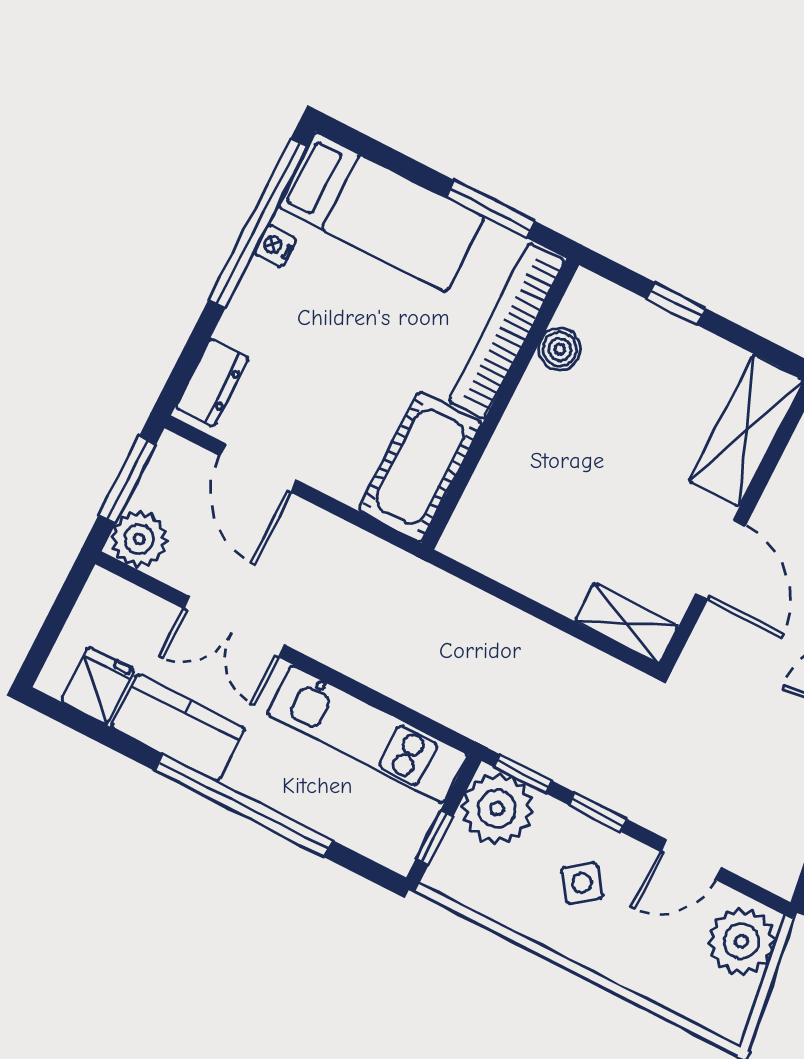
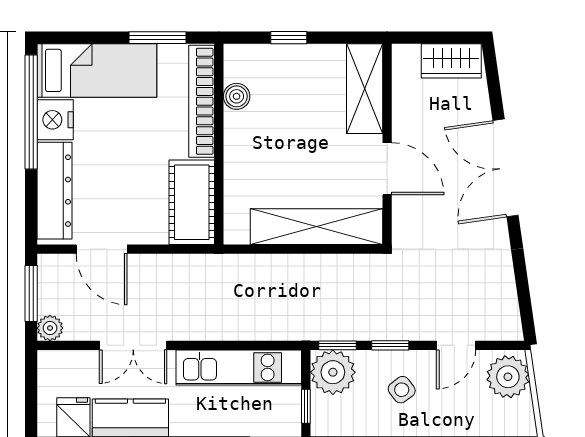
nightstand: (275, 246) -> (55, 120), width x1.89, depth x1.79
dresser: (212, 382) -> (54, 191), width x1.96, depth x1.24
plant: (139, 539) -> (50, 328), width x0.73, depth x0.73
shelving: (627, 623) -> (316, 227), width x2.20, depth x1.33

